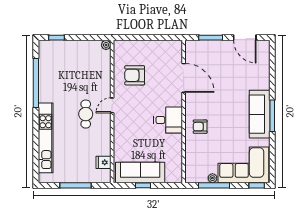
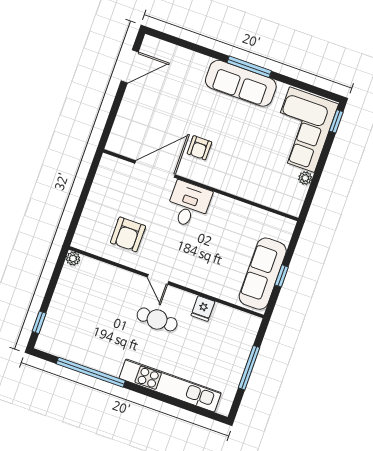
window: (211, 38) -> (113, 113), removed
desk: (168, 120) -> (189, 205), moved
armchair: (200, 127) -> (199, 148), moved
fridge: (104, 162) -> (203, 308), moved
window: (214, 185) -> (316, 179), removed

